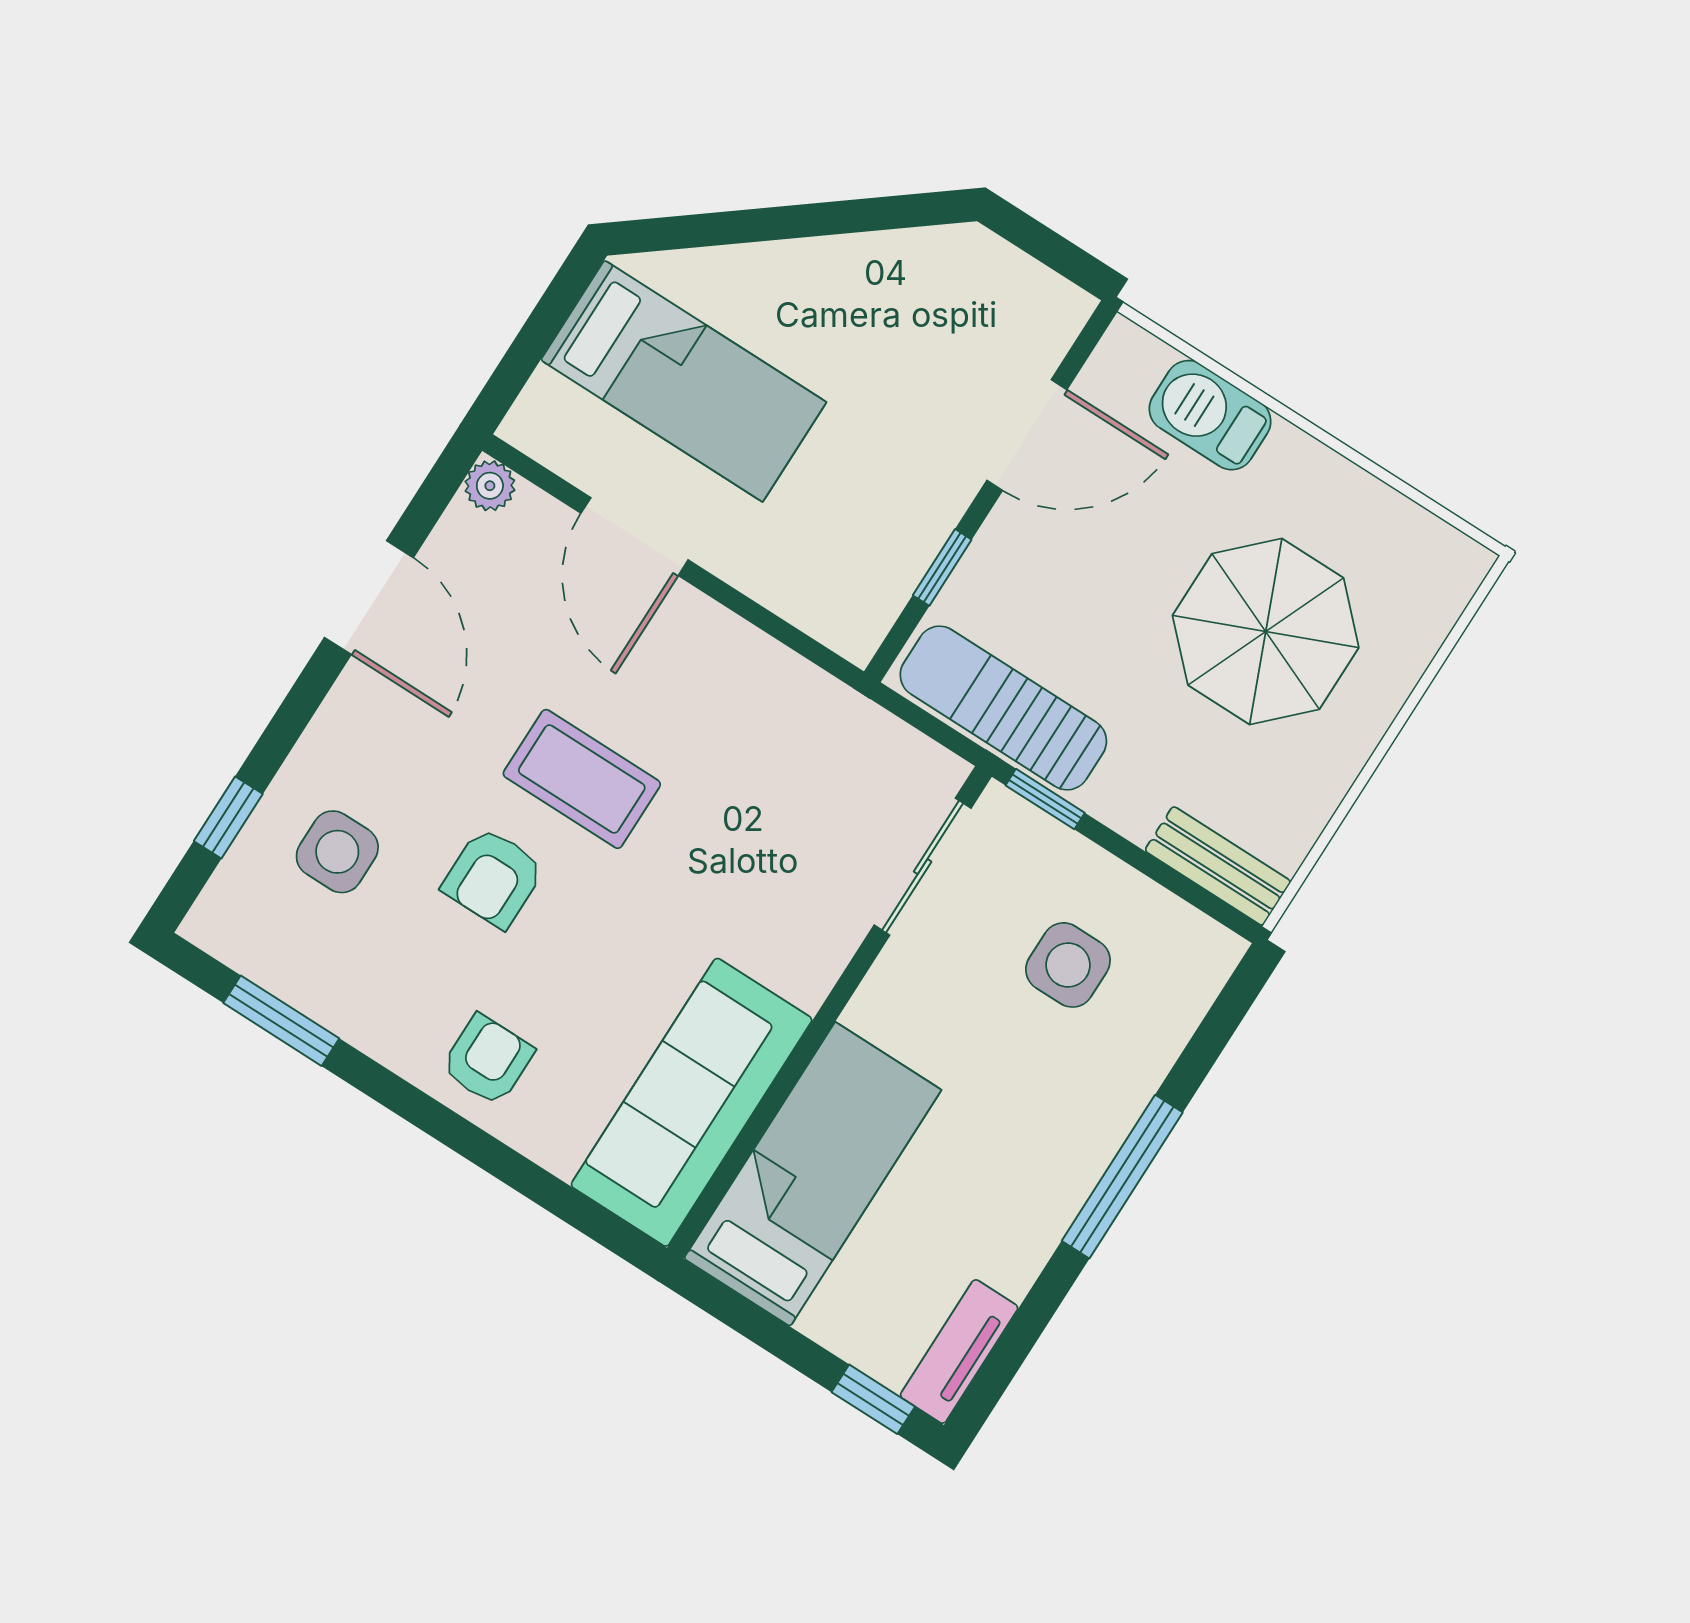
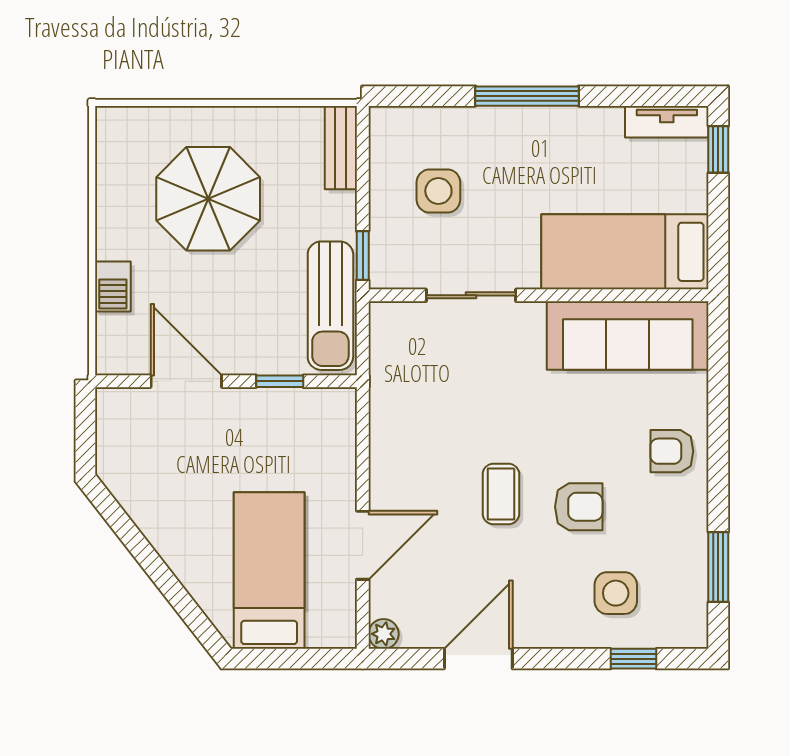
barbecue: (1210, 415) -> (113, 286), width x0.73, depth x0.79
coffee table: (582, 779) -> (501, 494), width x0.73, depth x0.77
sliding door: (923, 867) -> (471, 295), moved

